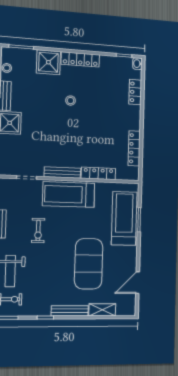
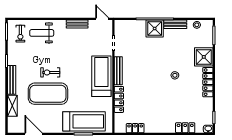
locker: (134, 148) -> (135, 128), width x0.66
exercise bike: (38, 230) -> (50, 72), moved

